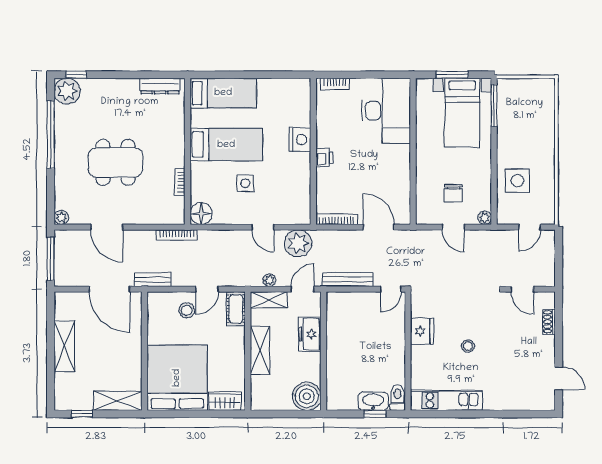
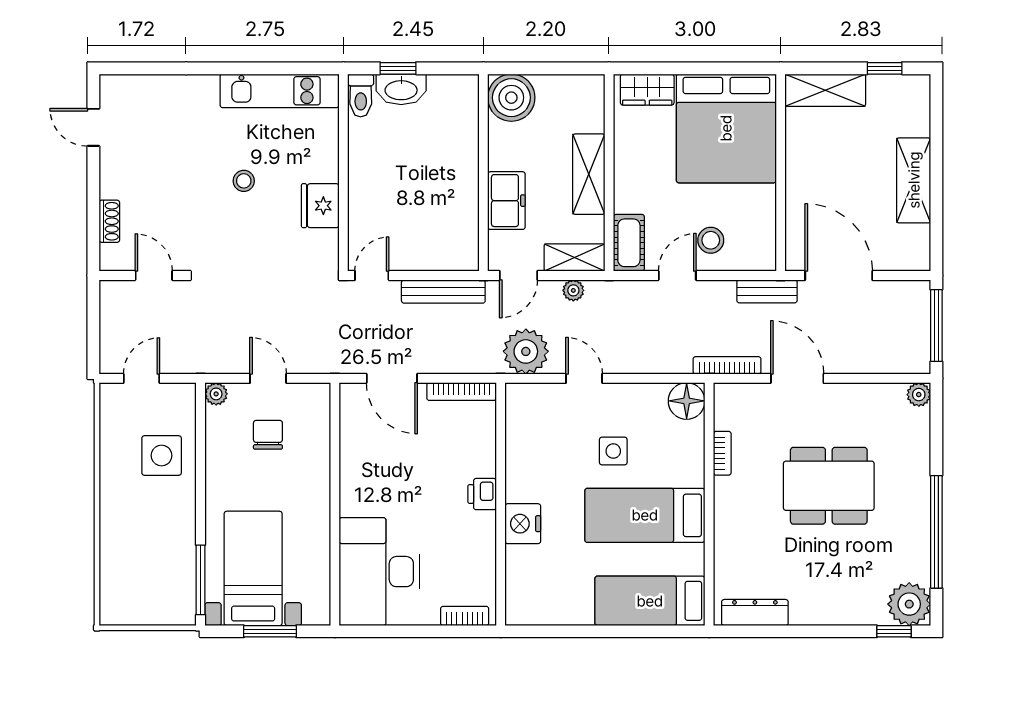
door: (107, 227) -> (797, 378), moved

